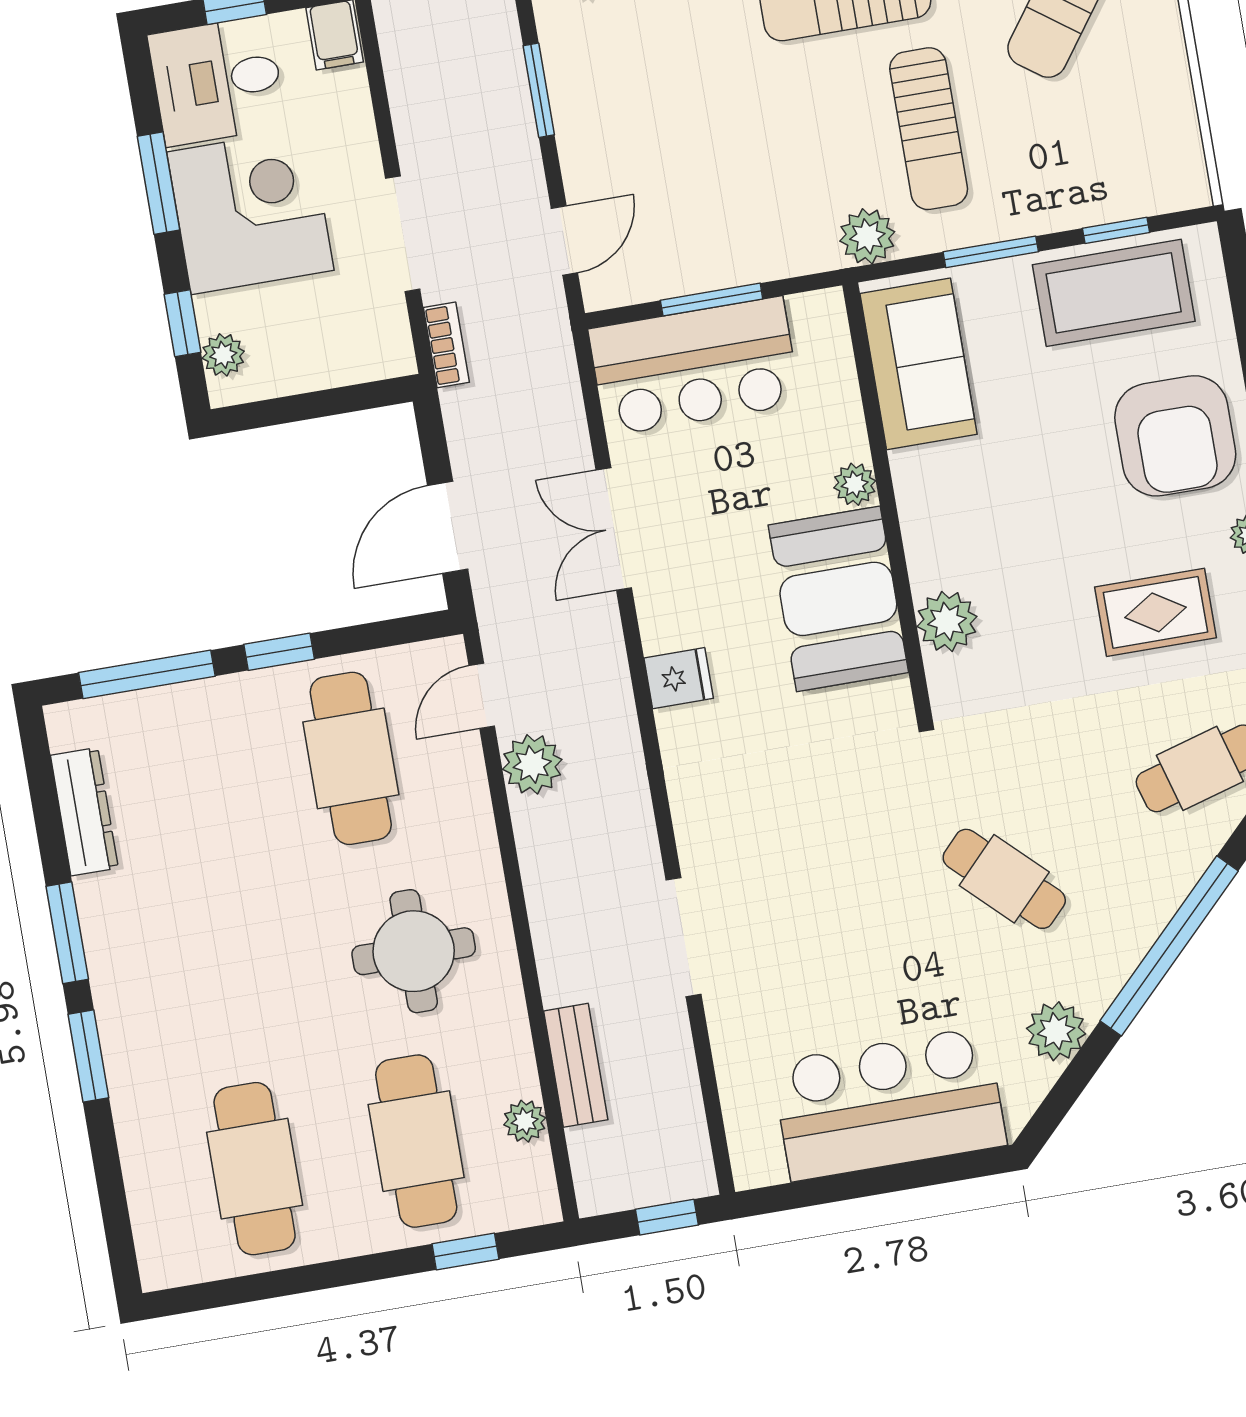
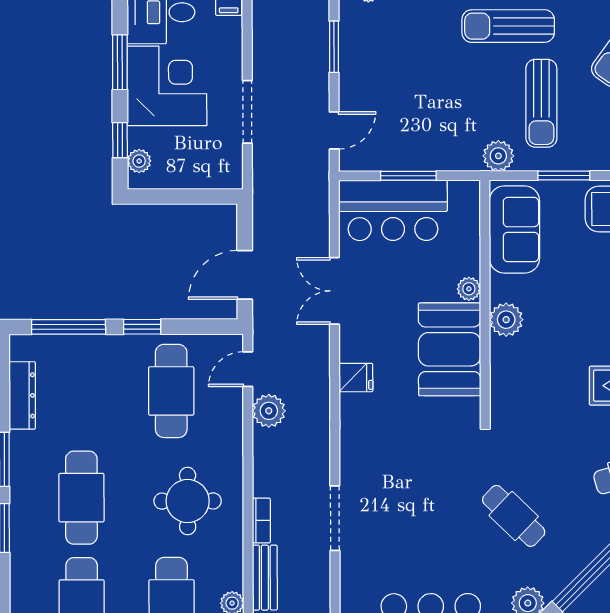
bookcase: (446, 345) -> (261, 520), moved
plant: (947, 621) -> (506, 320), moved
cafe table: (222, 977) -> (81, 498), added

